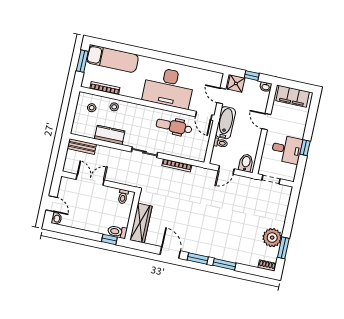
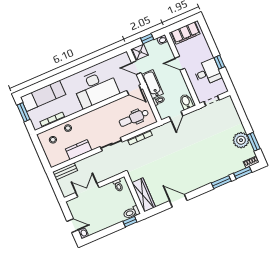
dental chair: (174, 126) -> (134, 118), moved
window: (198, 258) -> (243, 173), moved

